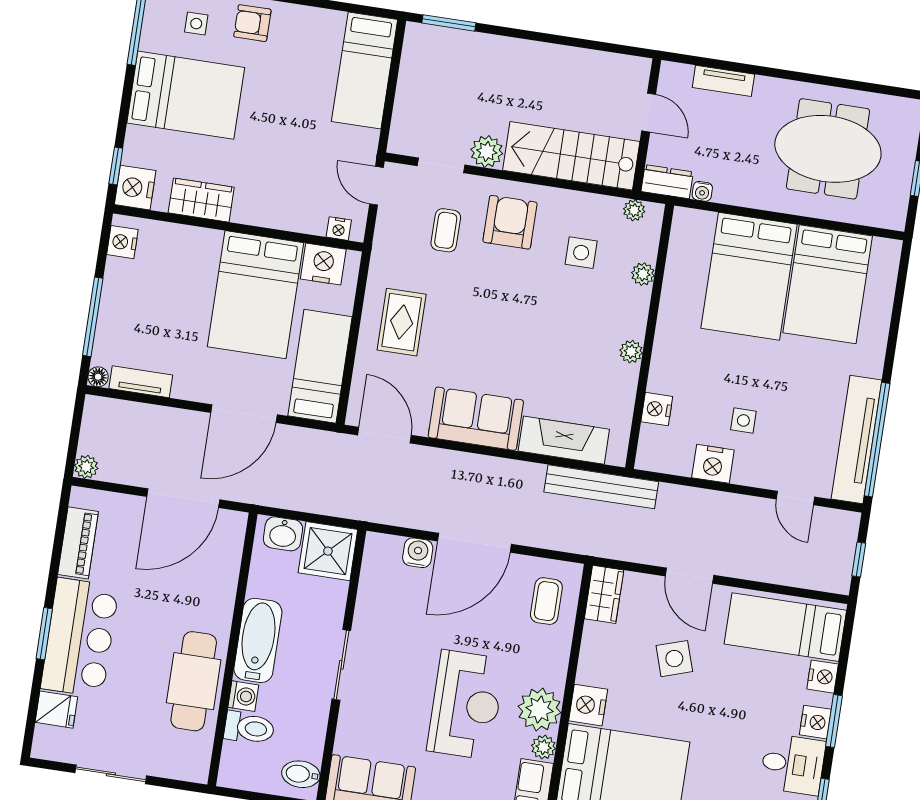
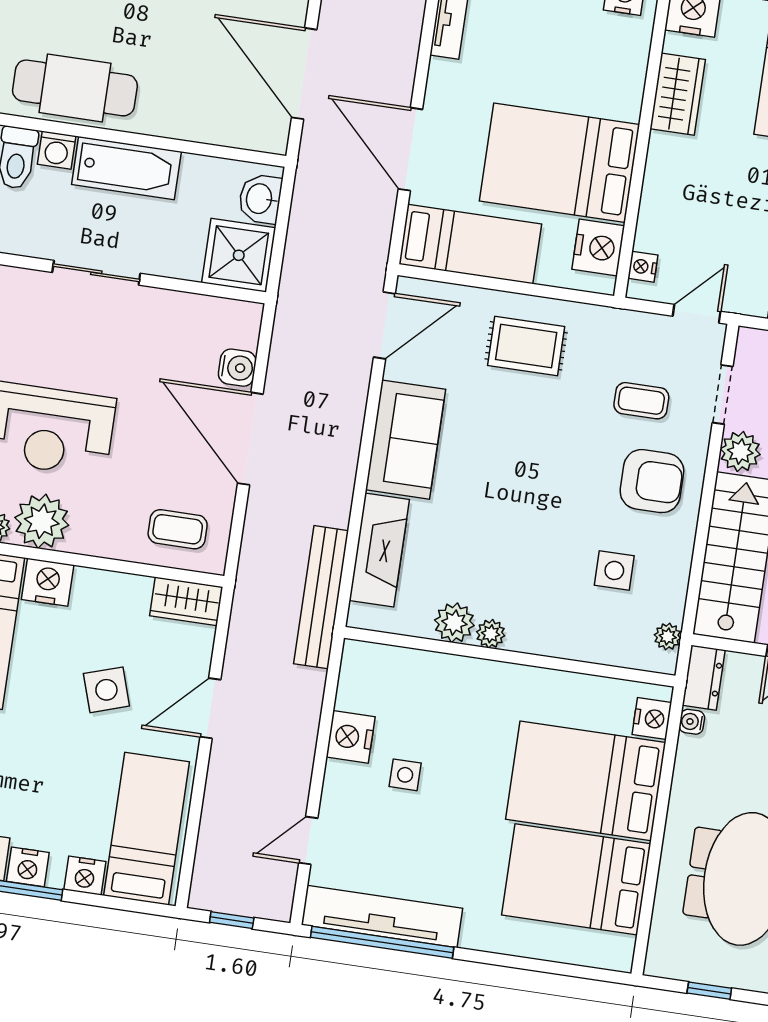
plant: (643, 274) -> (454, 623), moved, width x1.38, depth x1.38
nightstand: (657, 409) -> (652, 719), moved, turned 90

